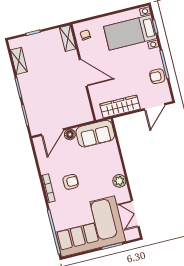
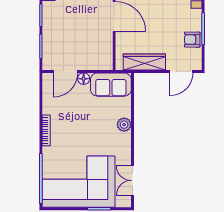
plant: (119, 181) -> (124, 125), moved
armchair: (71, 182) -> (72, 129), removed

